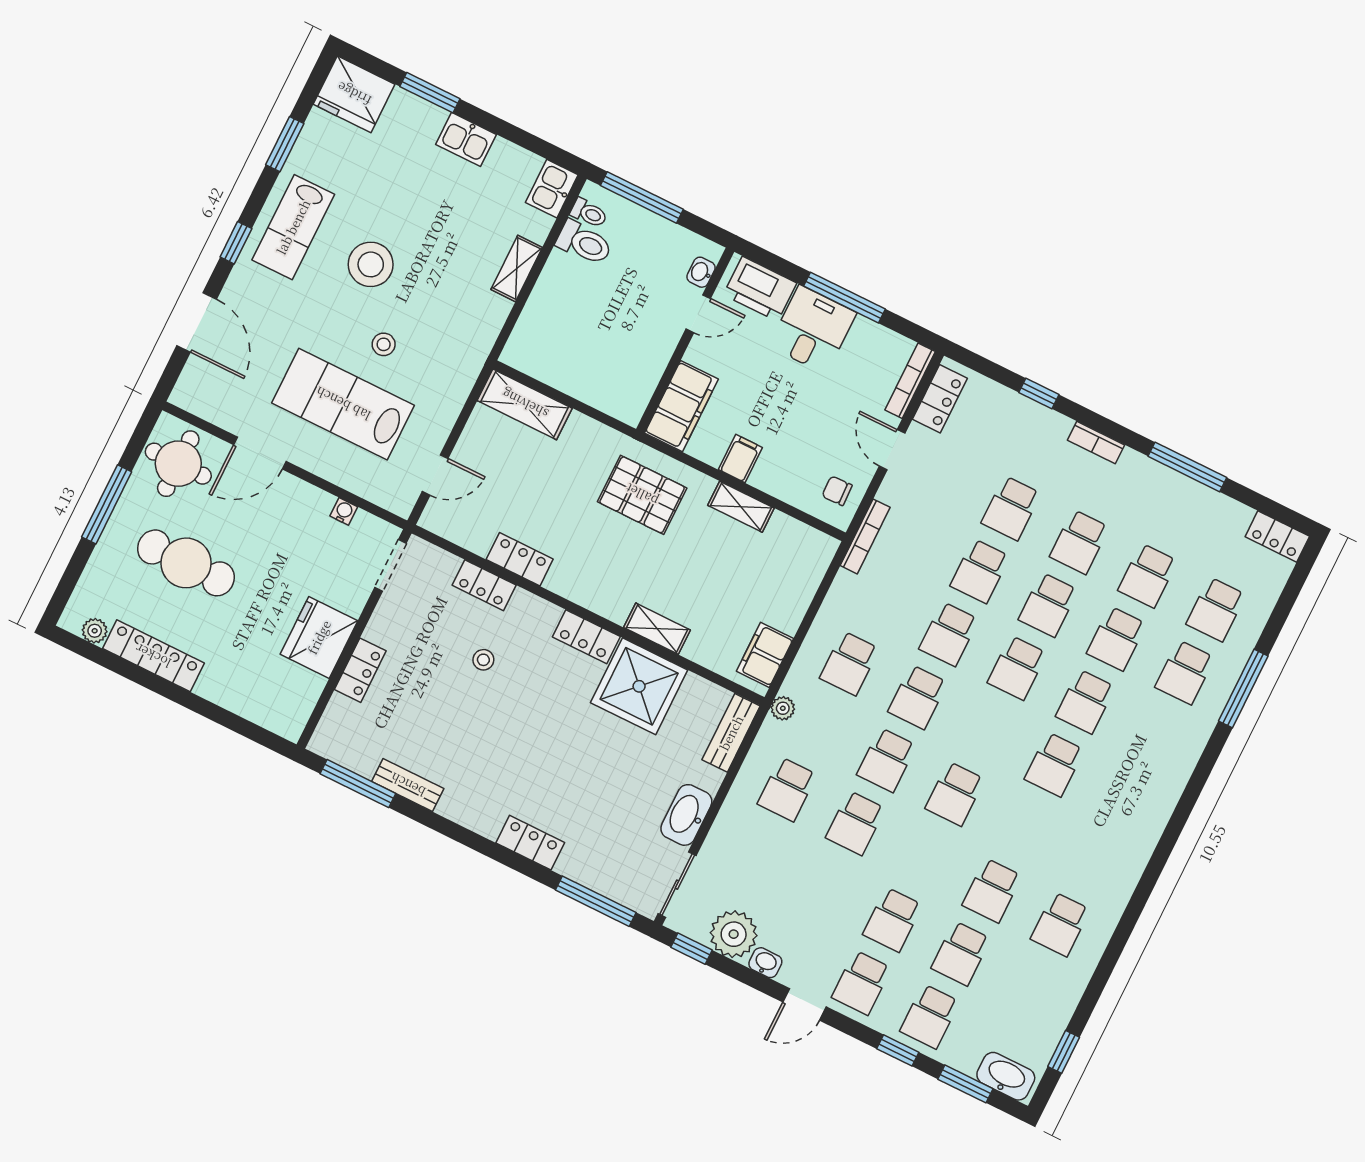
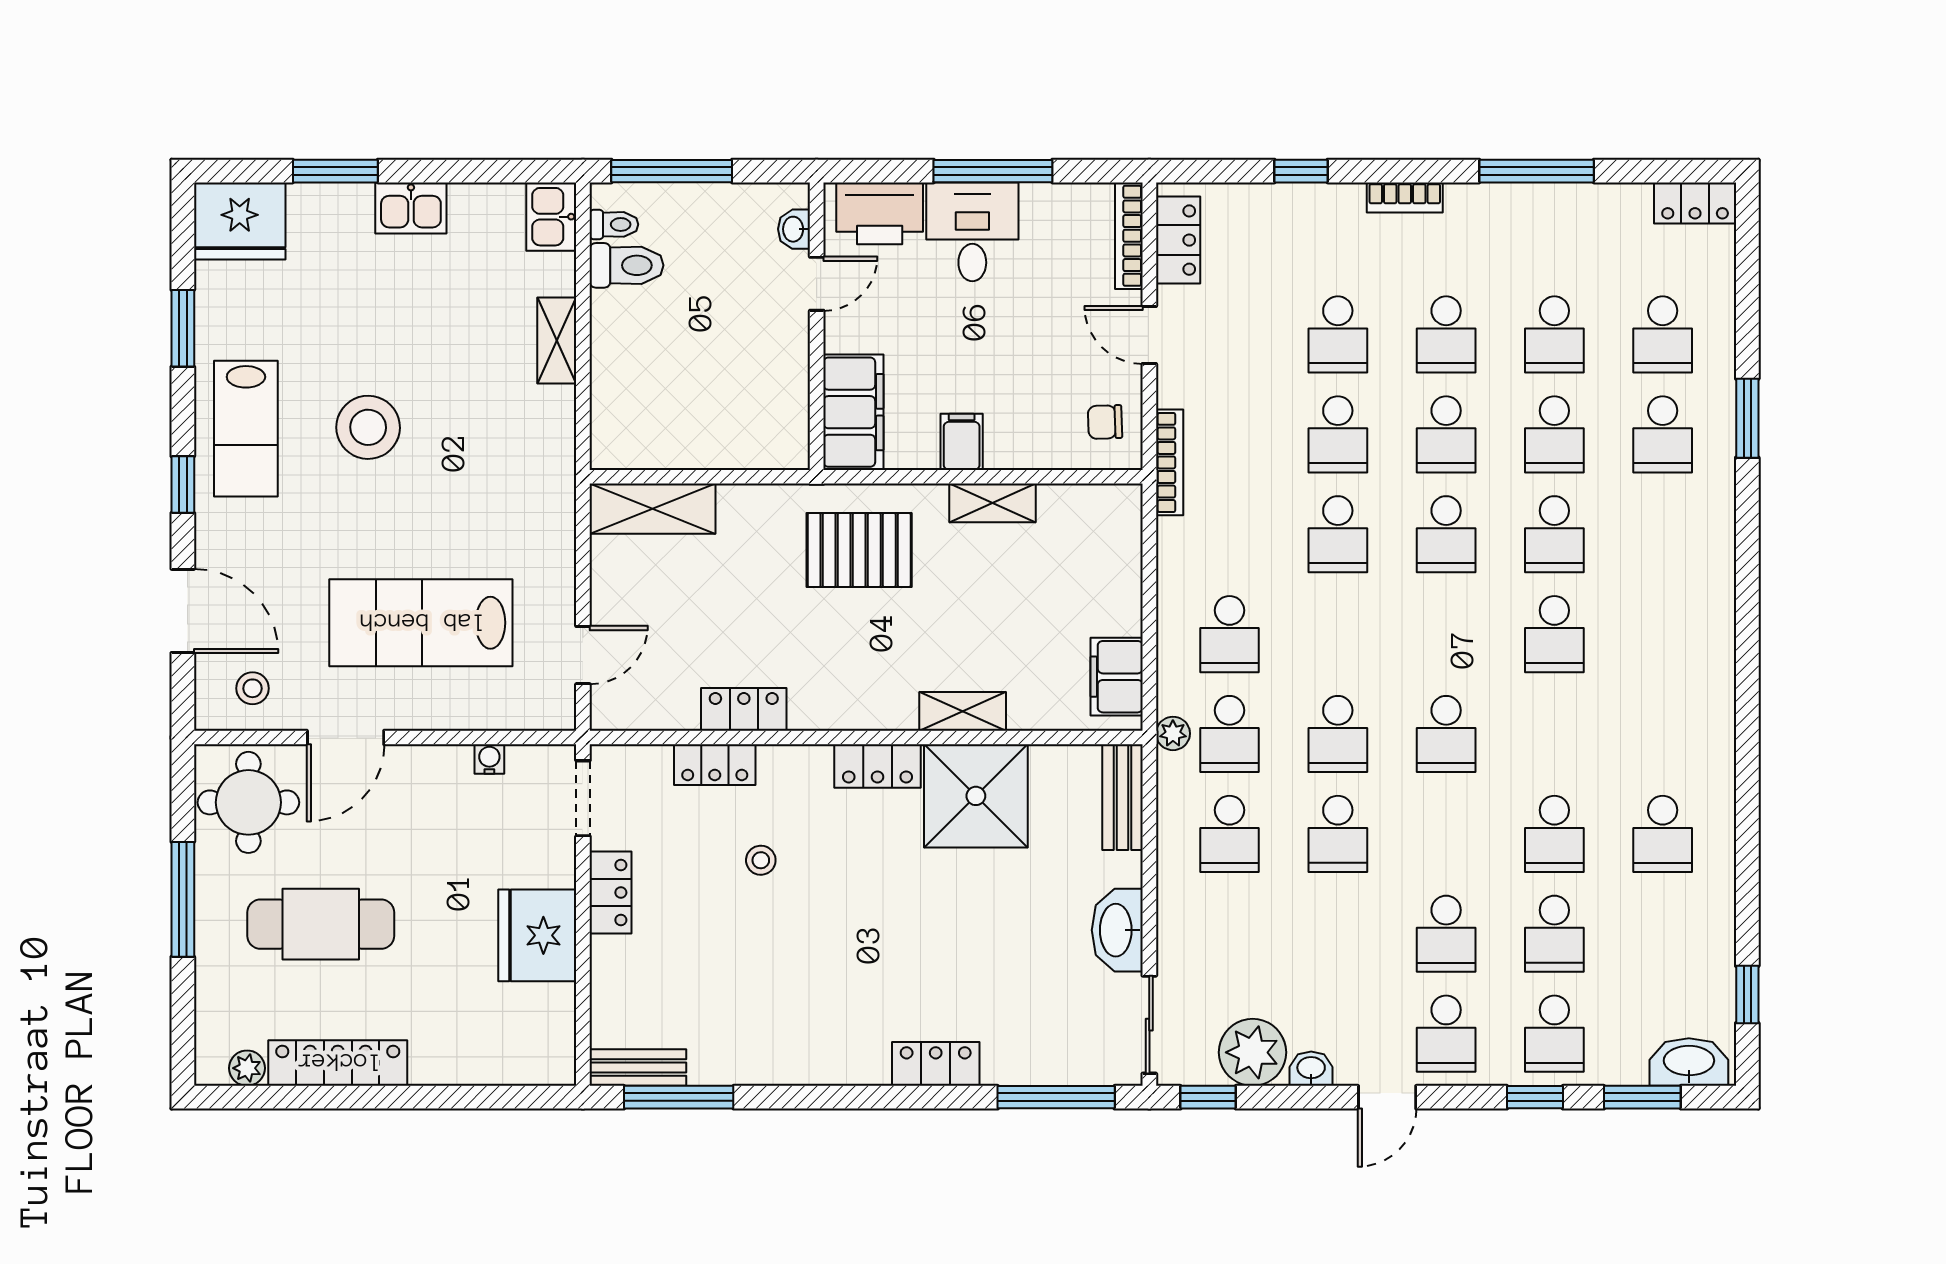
stool: (384, 344) -> (253, 688), moved
locker: (360, 670) -> (610, 893), moved
window: (1243, 688) -> (1747, 418), width x0.69
school desk: (918, 697) -> (1229, 734), moved
bench: (408, 785) -> (638, 1067), moved

